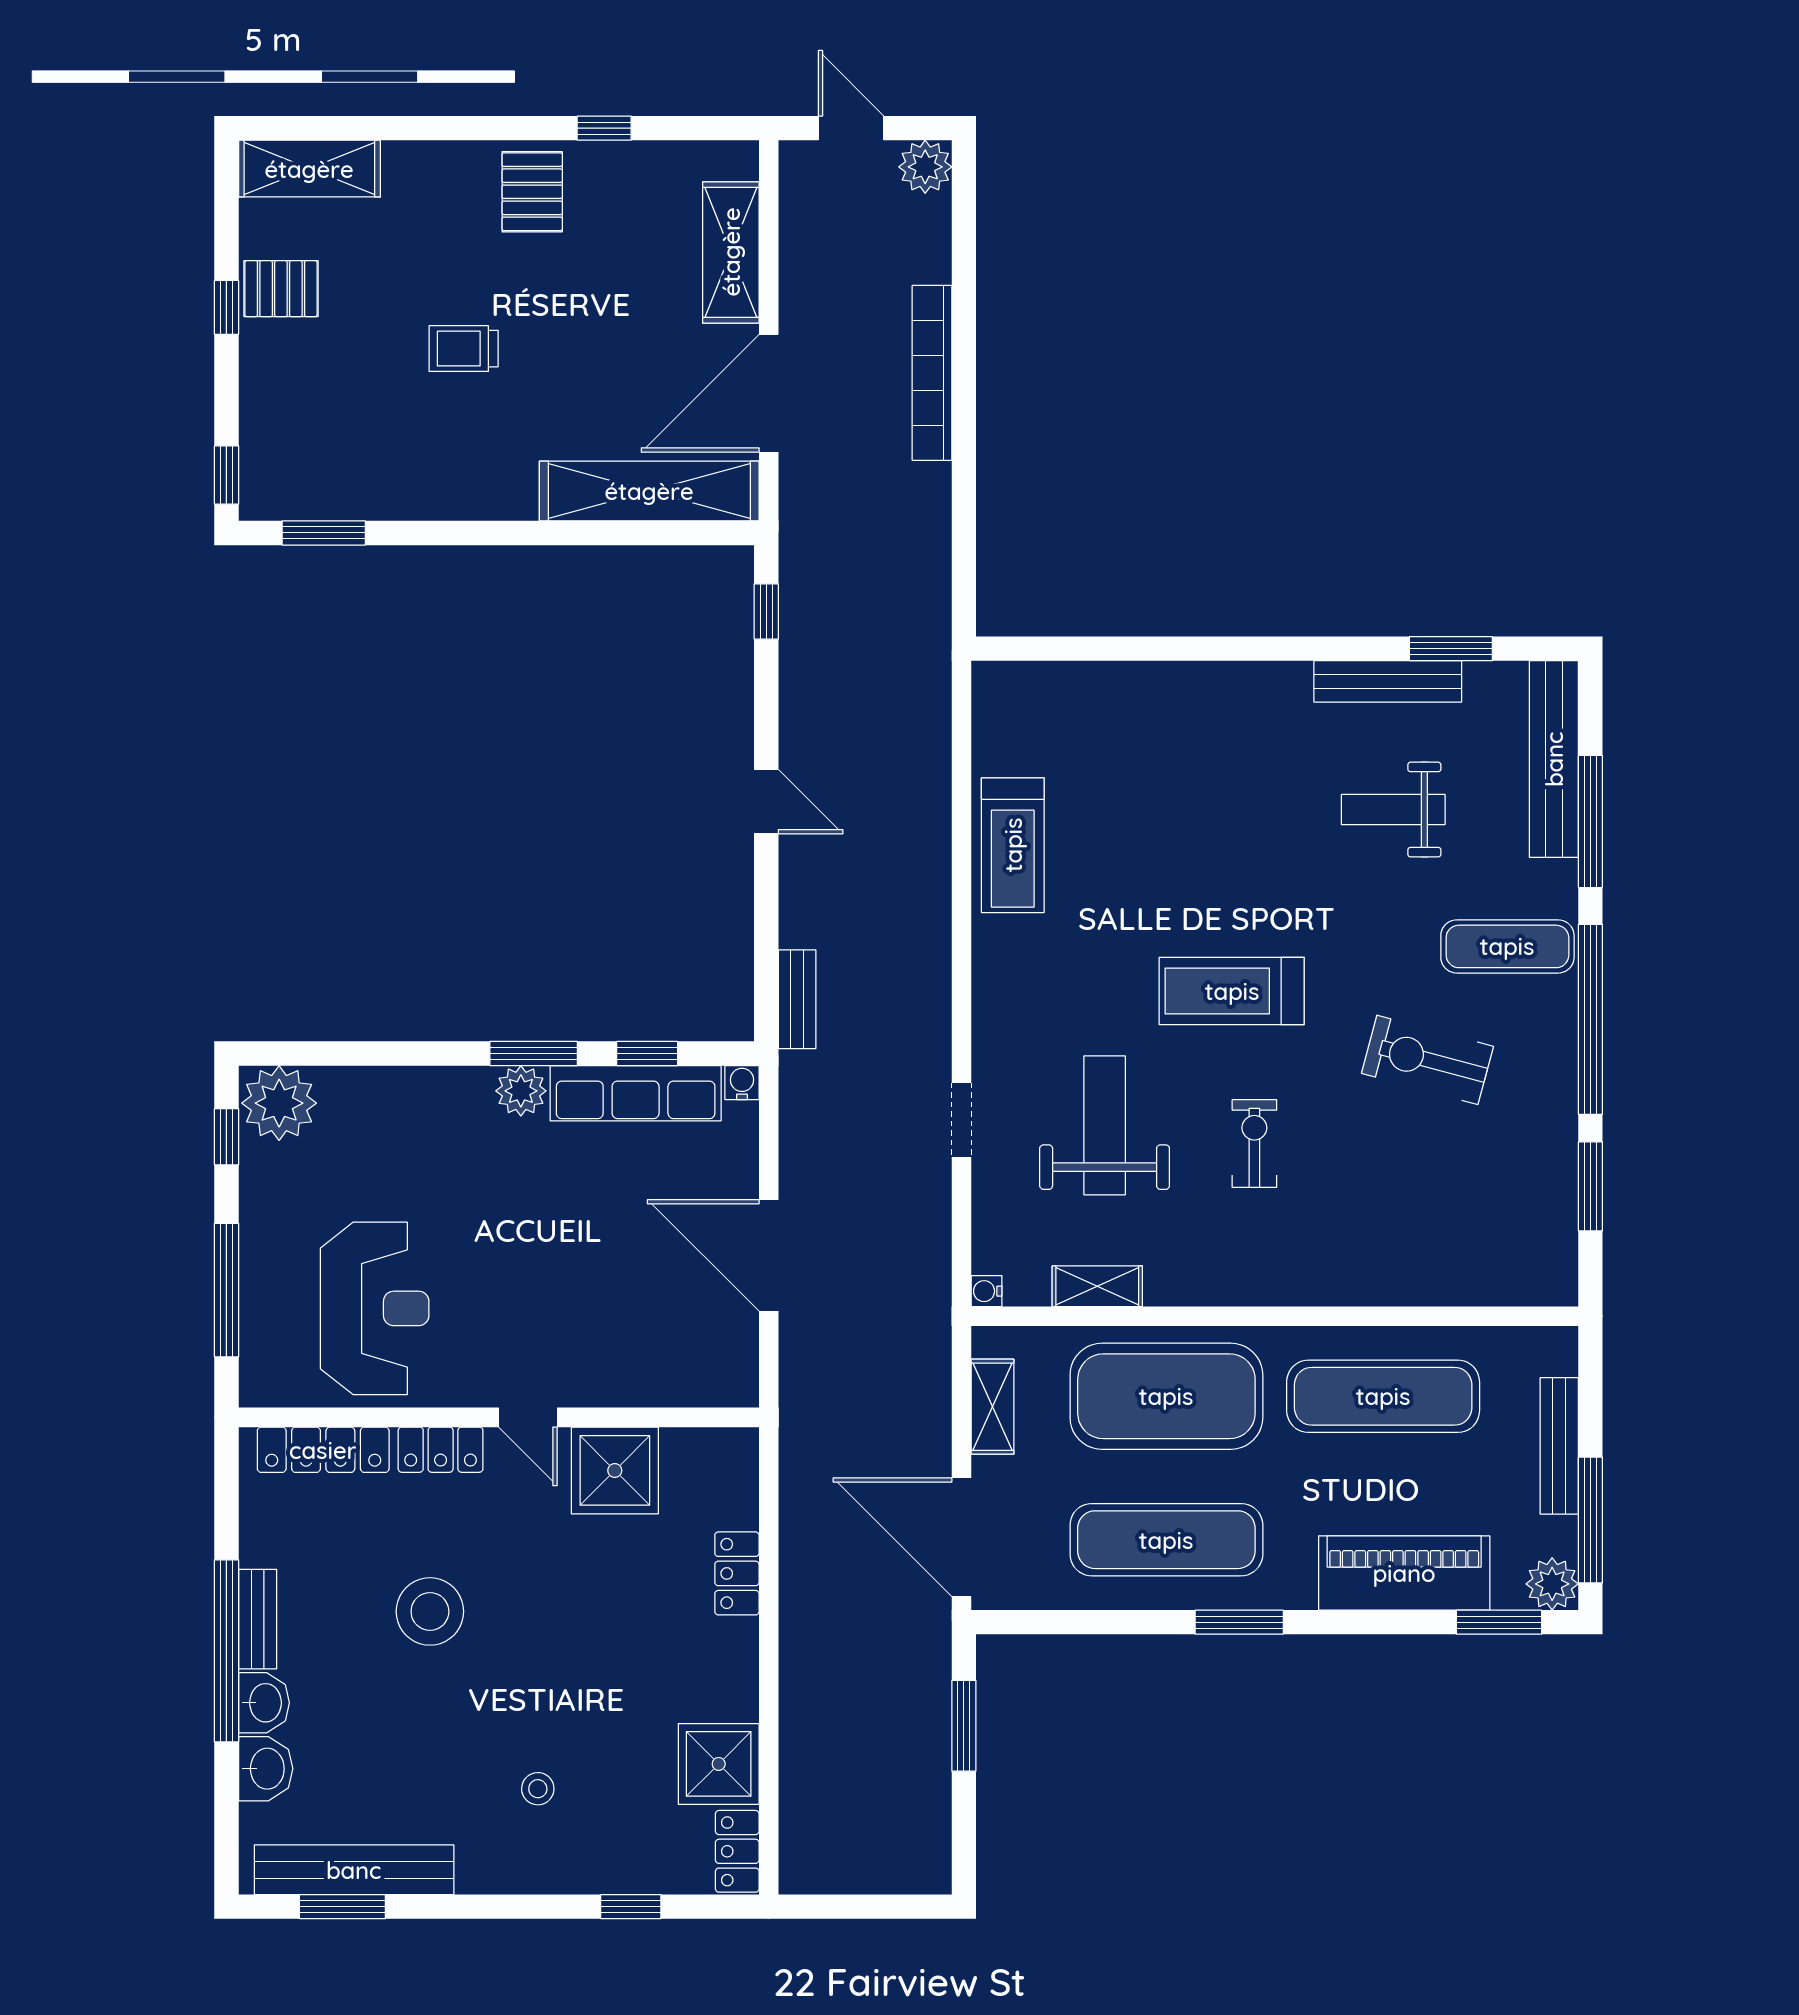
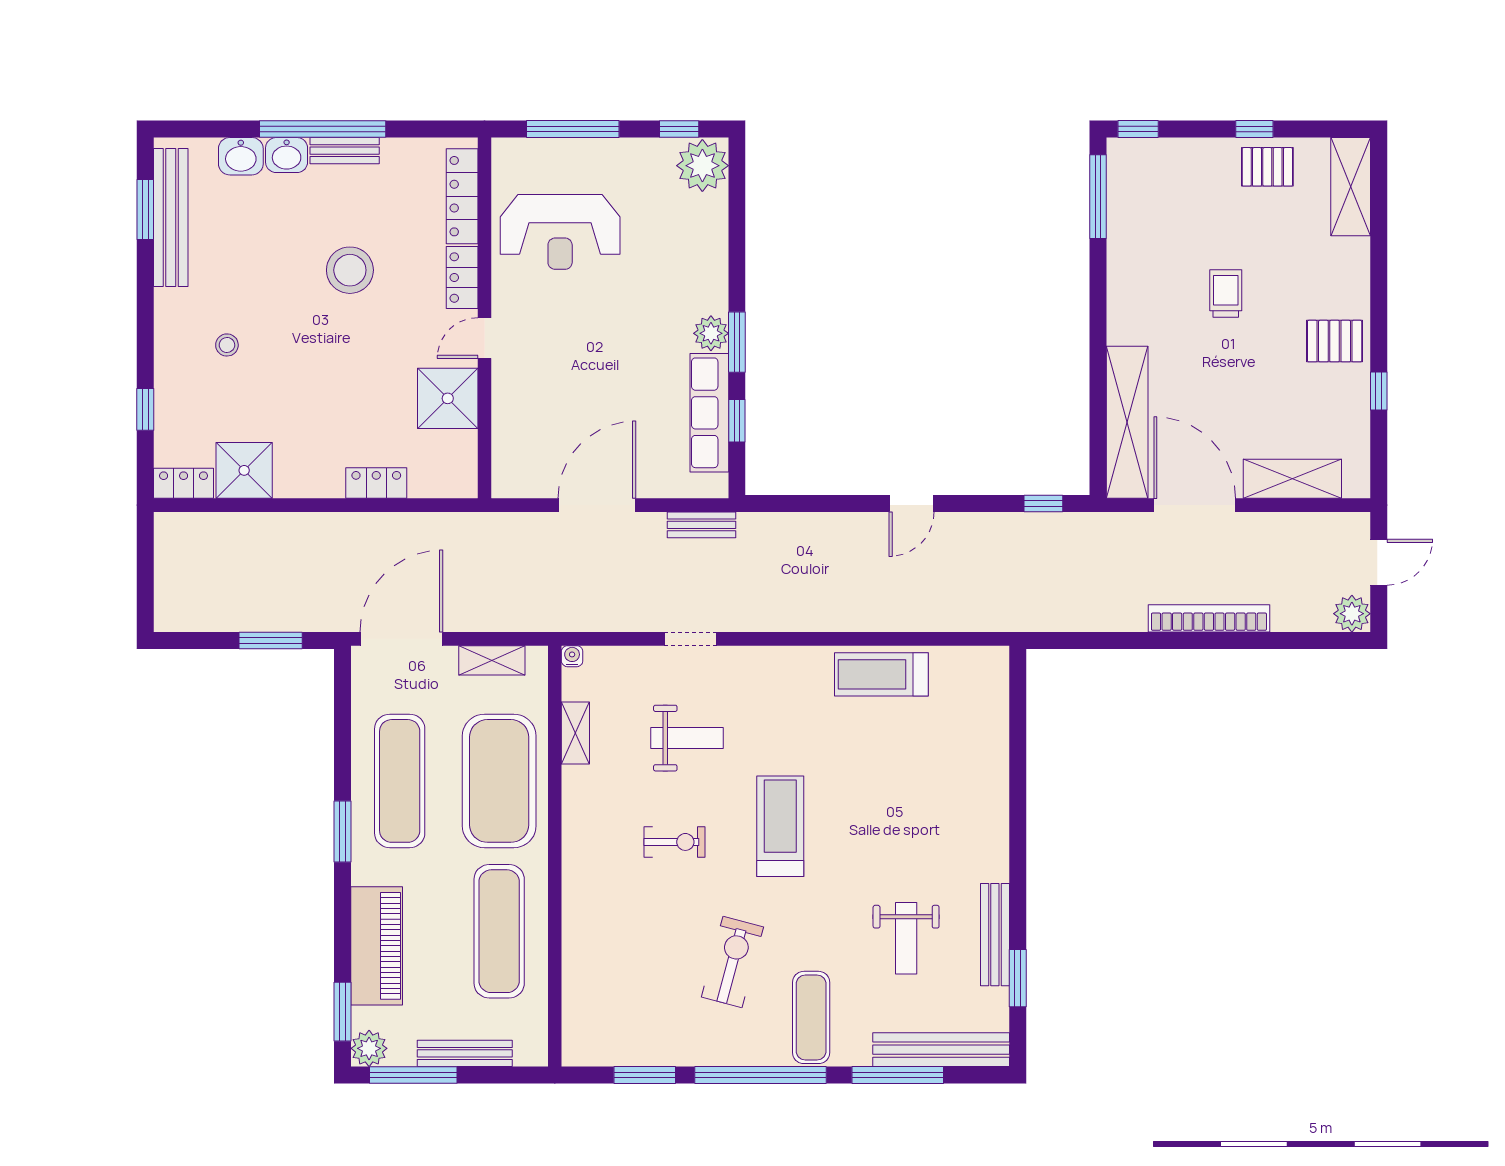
pallet: (281, 289) -> (1267, 167), turned 90
window: (324, 533) -> (1098, 197), width x1.44
weight bench: (1393, 810) -> (906, 938), turned 180
bench: (797, 999) -> (702, 525), moved
water cooler: (742, 1083) -> (717, 487), removed
weight bench: (1105, 1125) -> (687, 738), width x0.73, depth x0.75

